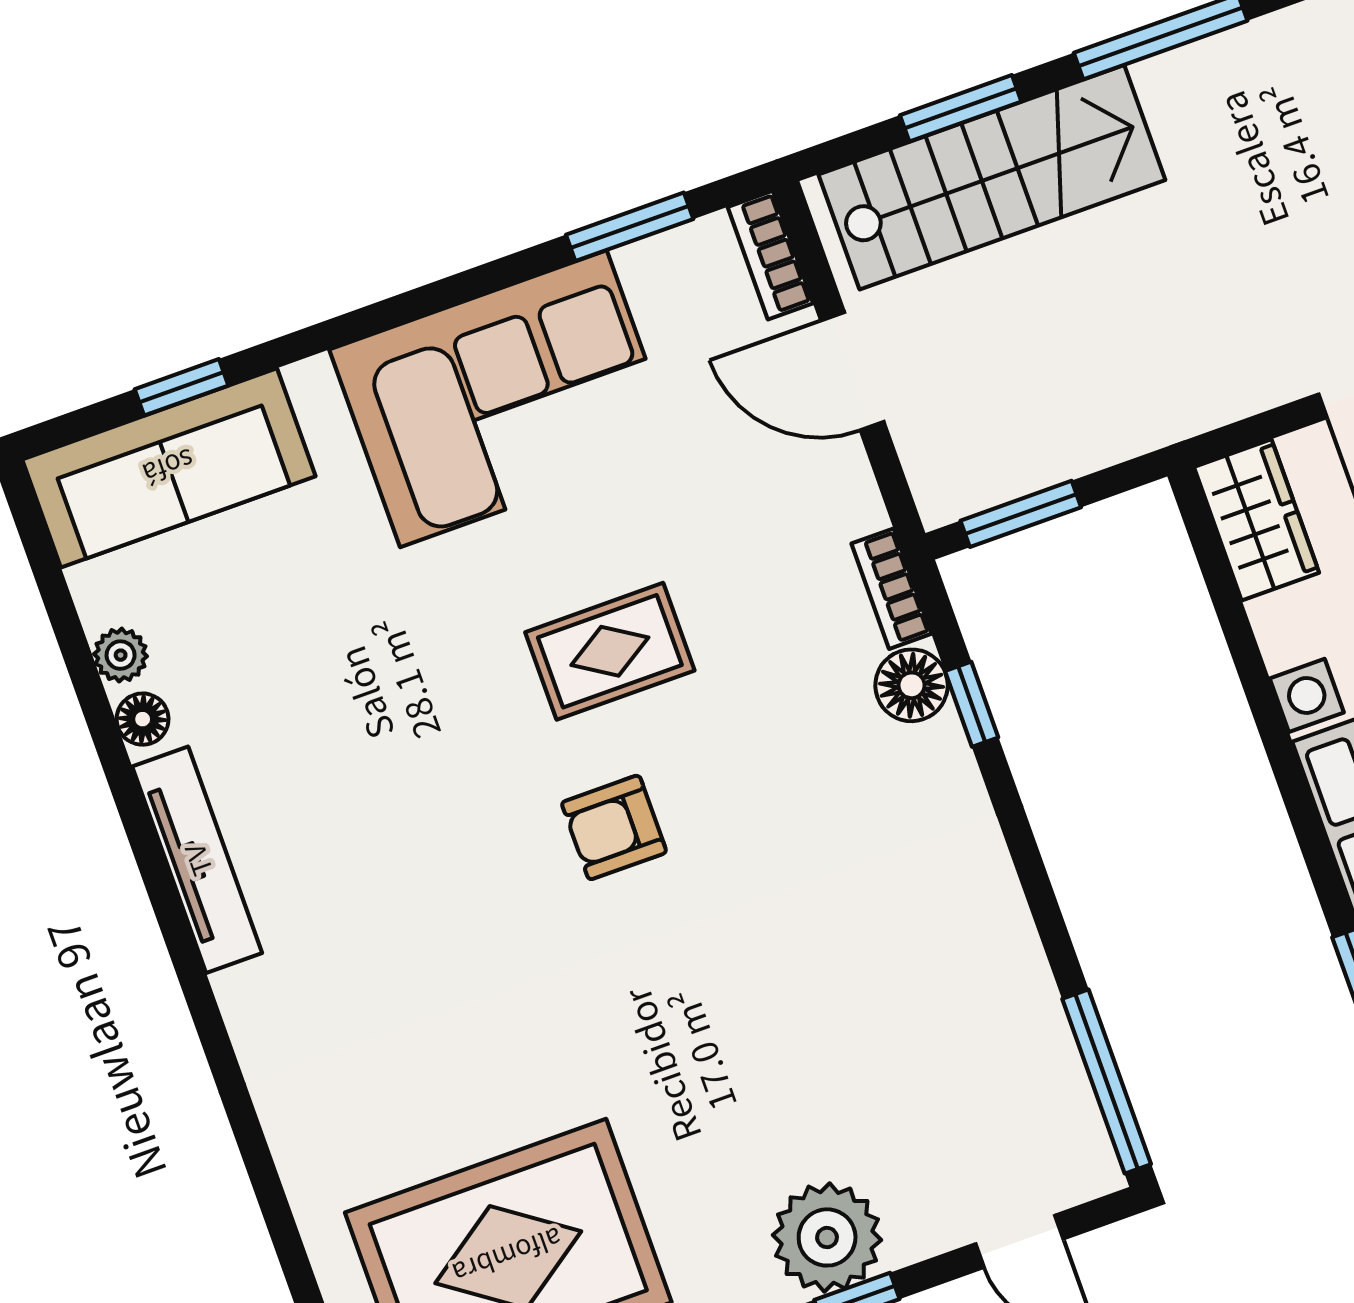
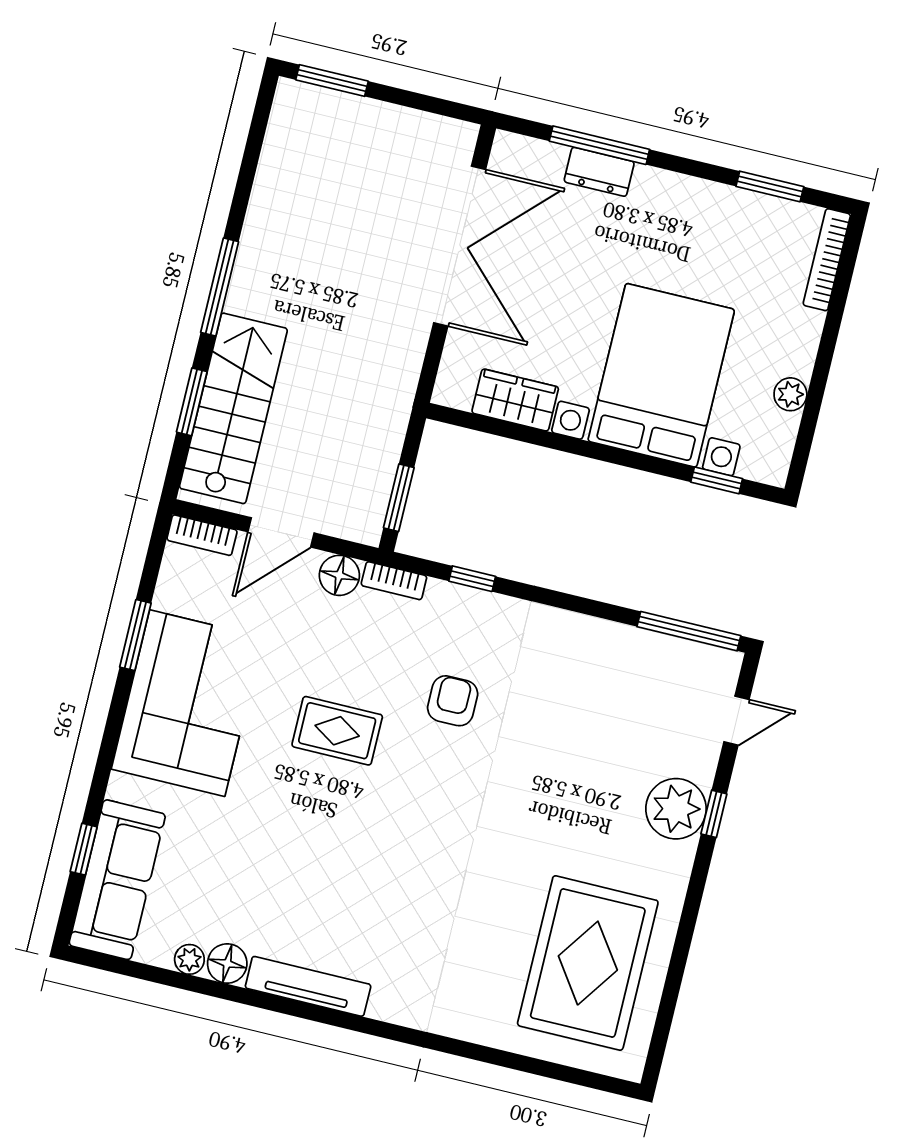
window: (630, 227) -> (135, 635), moved
wardrobe: (1257, 520) -> (515, 400), moved
rug: (610, 651) -> (337, 731), turned 90
floor lamp: (912, 685) -> (339, 575), moved
floor lamp: (143, 719) -> (227, 963), width x1.37, depth x1.37
armchair: (614, 827) -> (453, 701), moved, turned 180

